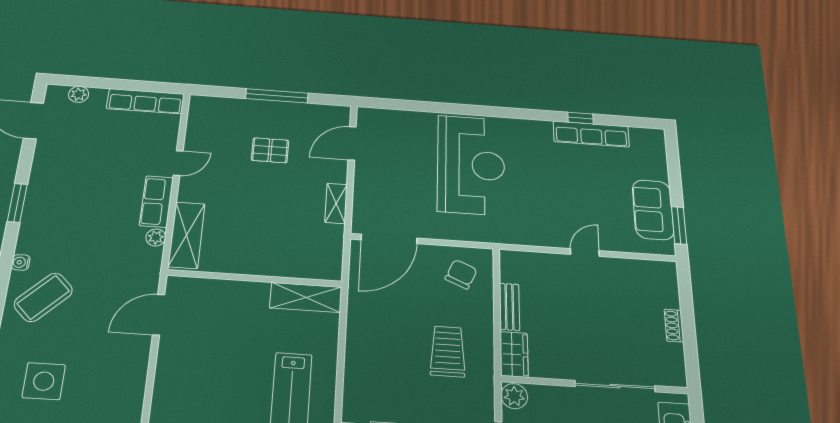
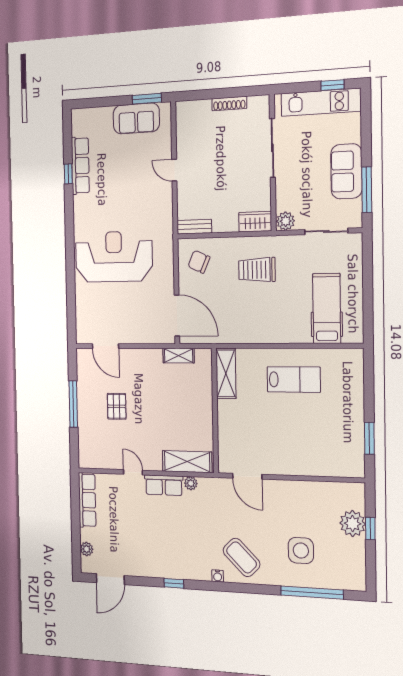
window: (17, 203) -> (174, 583), width x0.67
shelving: (336, 203) -> (179, 356), moved
bench: (509, 307) -> (194, 227), moved
shoe rack: (674, 326) -> (229, 103), width x1.43

